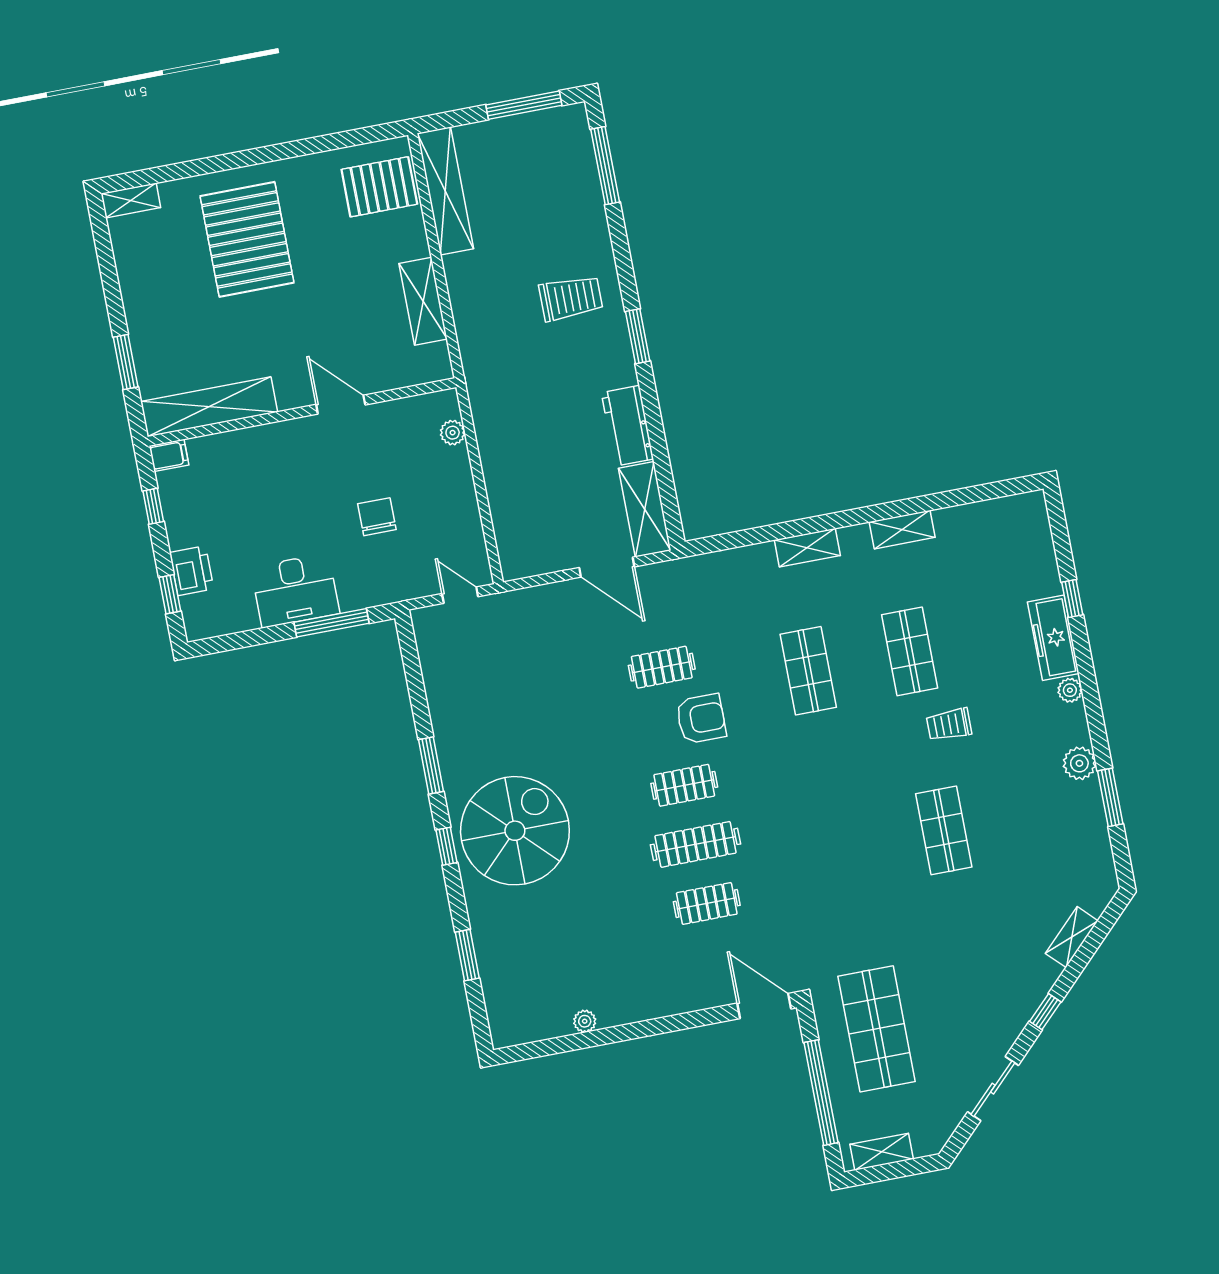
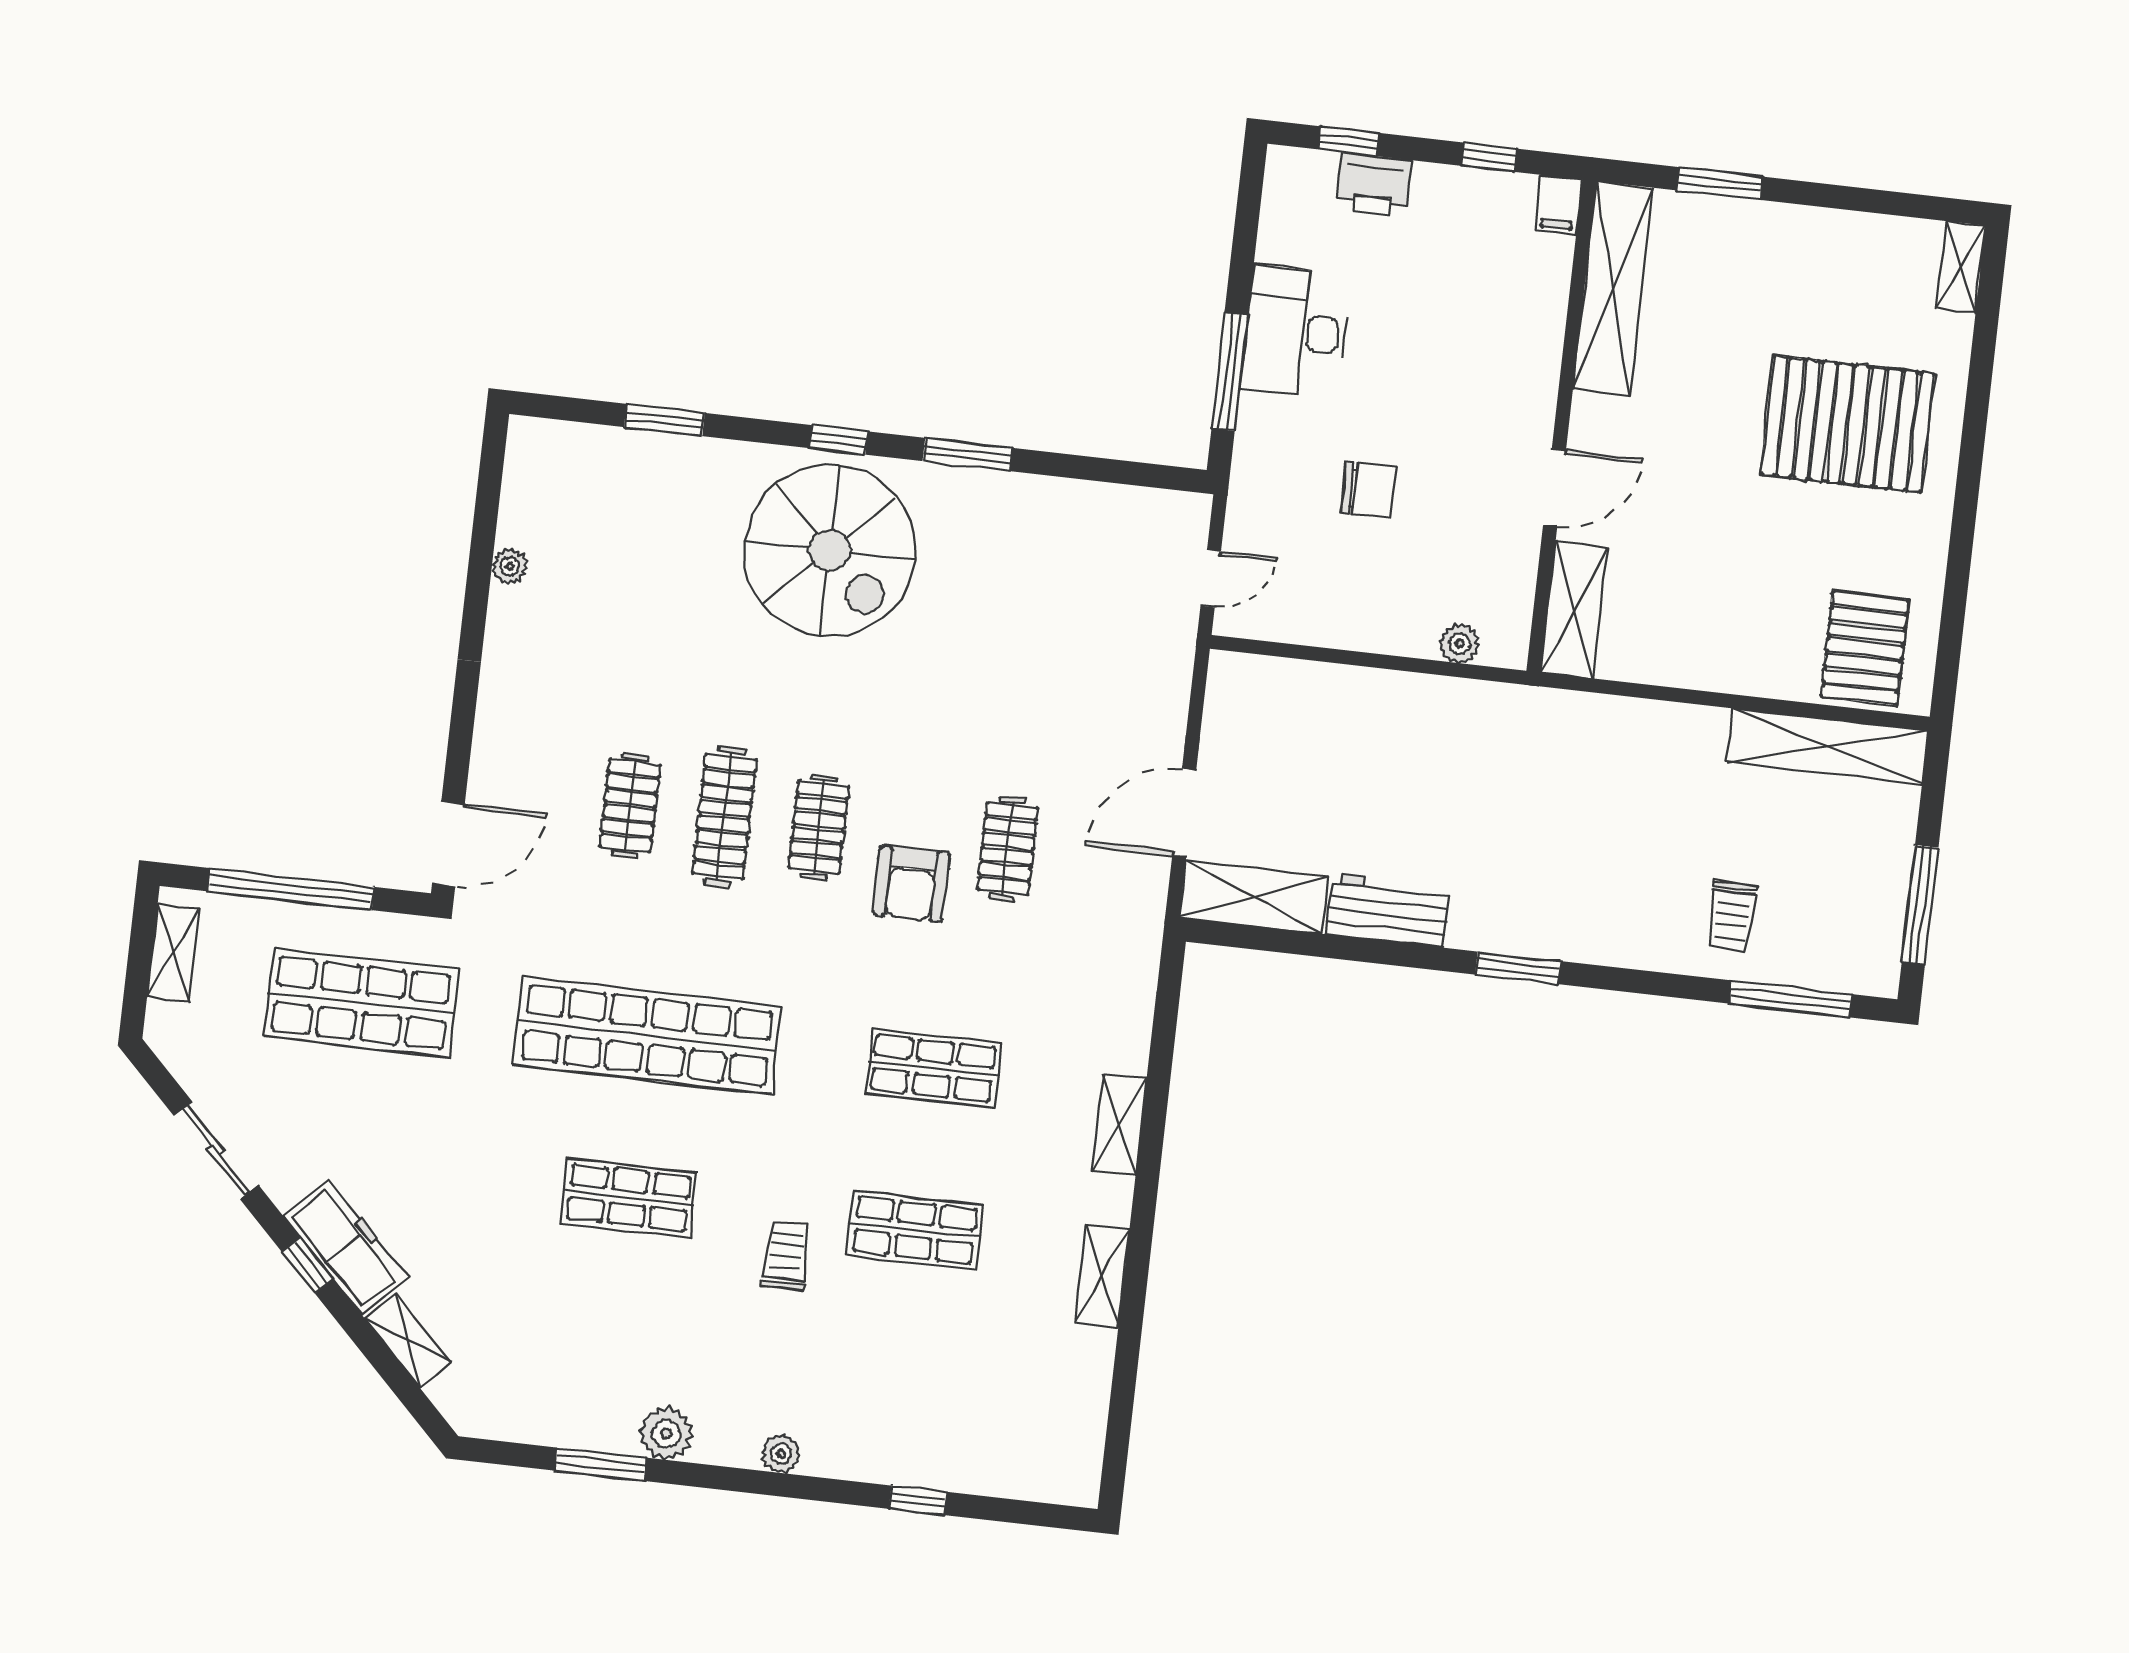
trolley: (571, 298) -> (1732, 916), moved, width x0.73, depth x0.72
shelving: (423, 301) -> (1574, 610), moved, turned 90
freezer: (1053, 638) -> (345, 1247), moved, turned 45
shop shelf: (842, 850) -> (647, 1036), added

